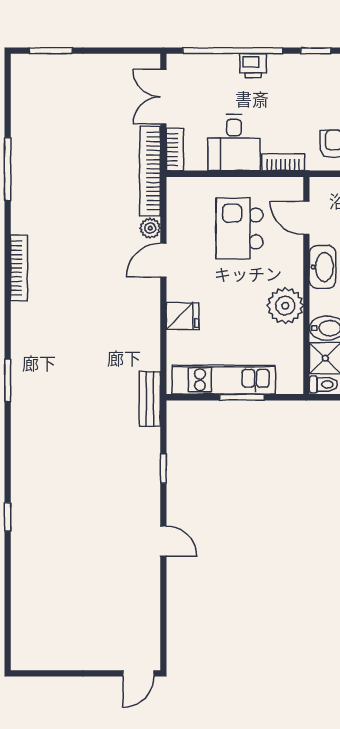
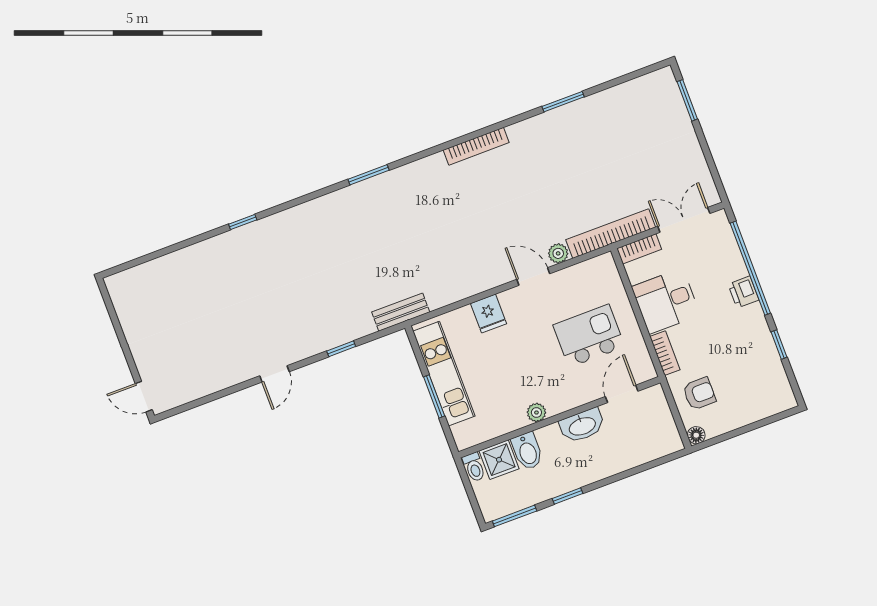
window: (8, 169) -> (563, 102), width x0.69
plant: (285, 306) -> (536, 413), width x0.53, depth x0.53

